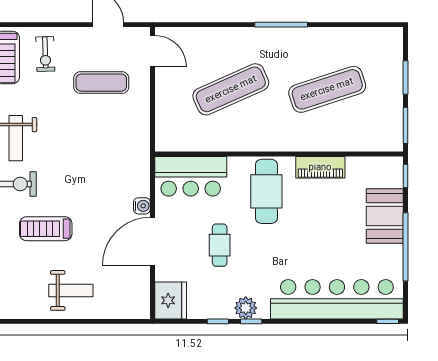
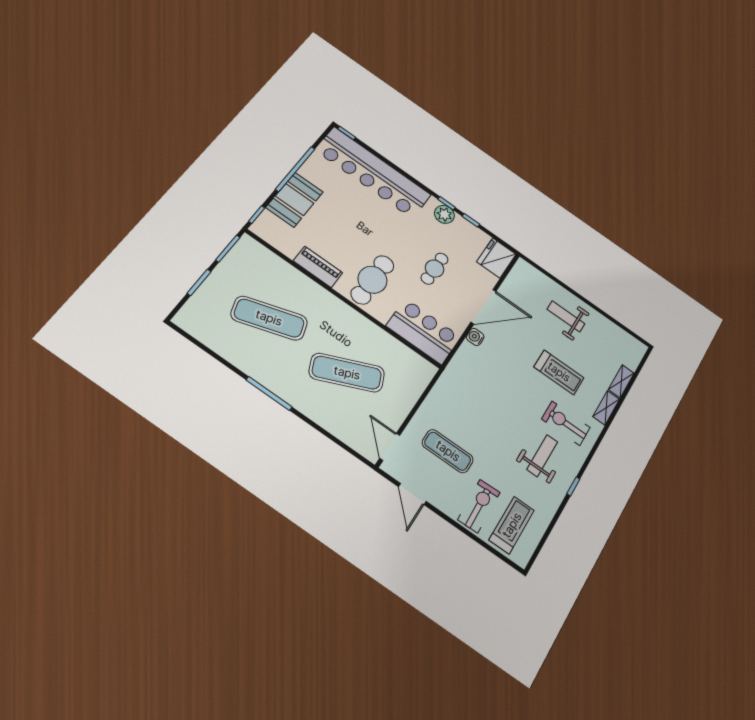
exercise bike: (45, 54) -> (479, 506), width x1.38, depth x1.39

